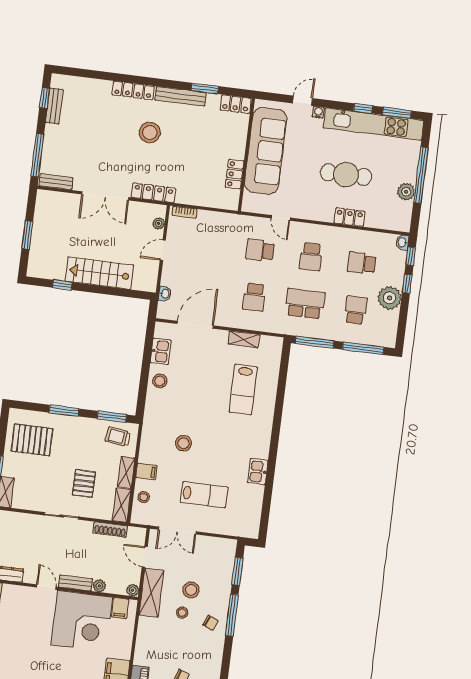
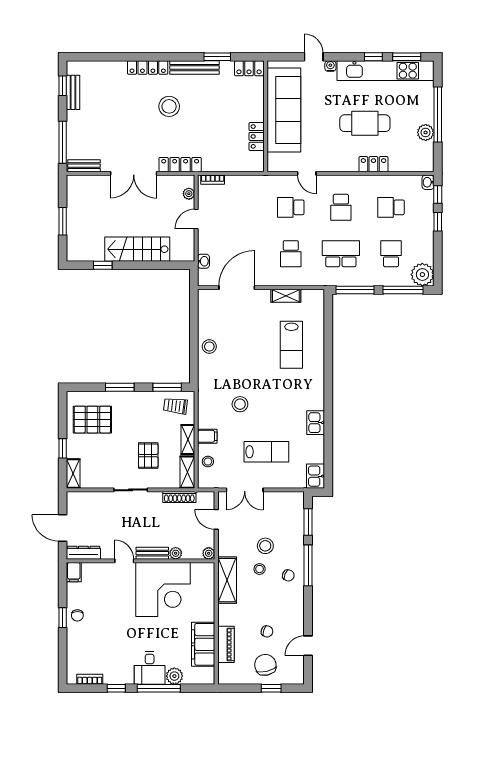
door: (303, 101) -> (314, 57), hinge flipped
plant: (390, 298) -> (422, 275), moved
kitchen sink: (161, 351) -> (315, 476), moved, turned 180
shelving: (151, 593) -> (227, 580), moved
filing cabinet: (120, 608) -> (199, 572), removed

